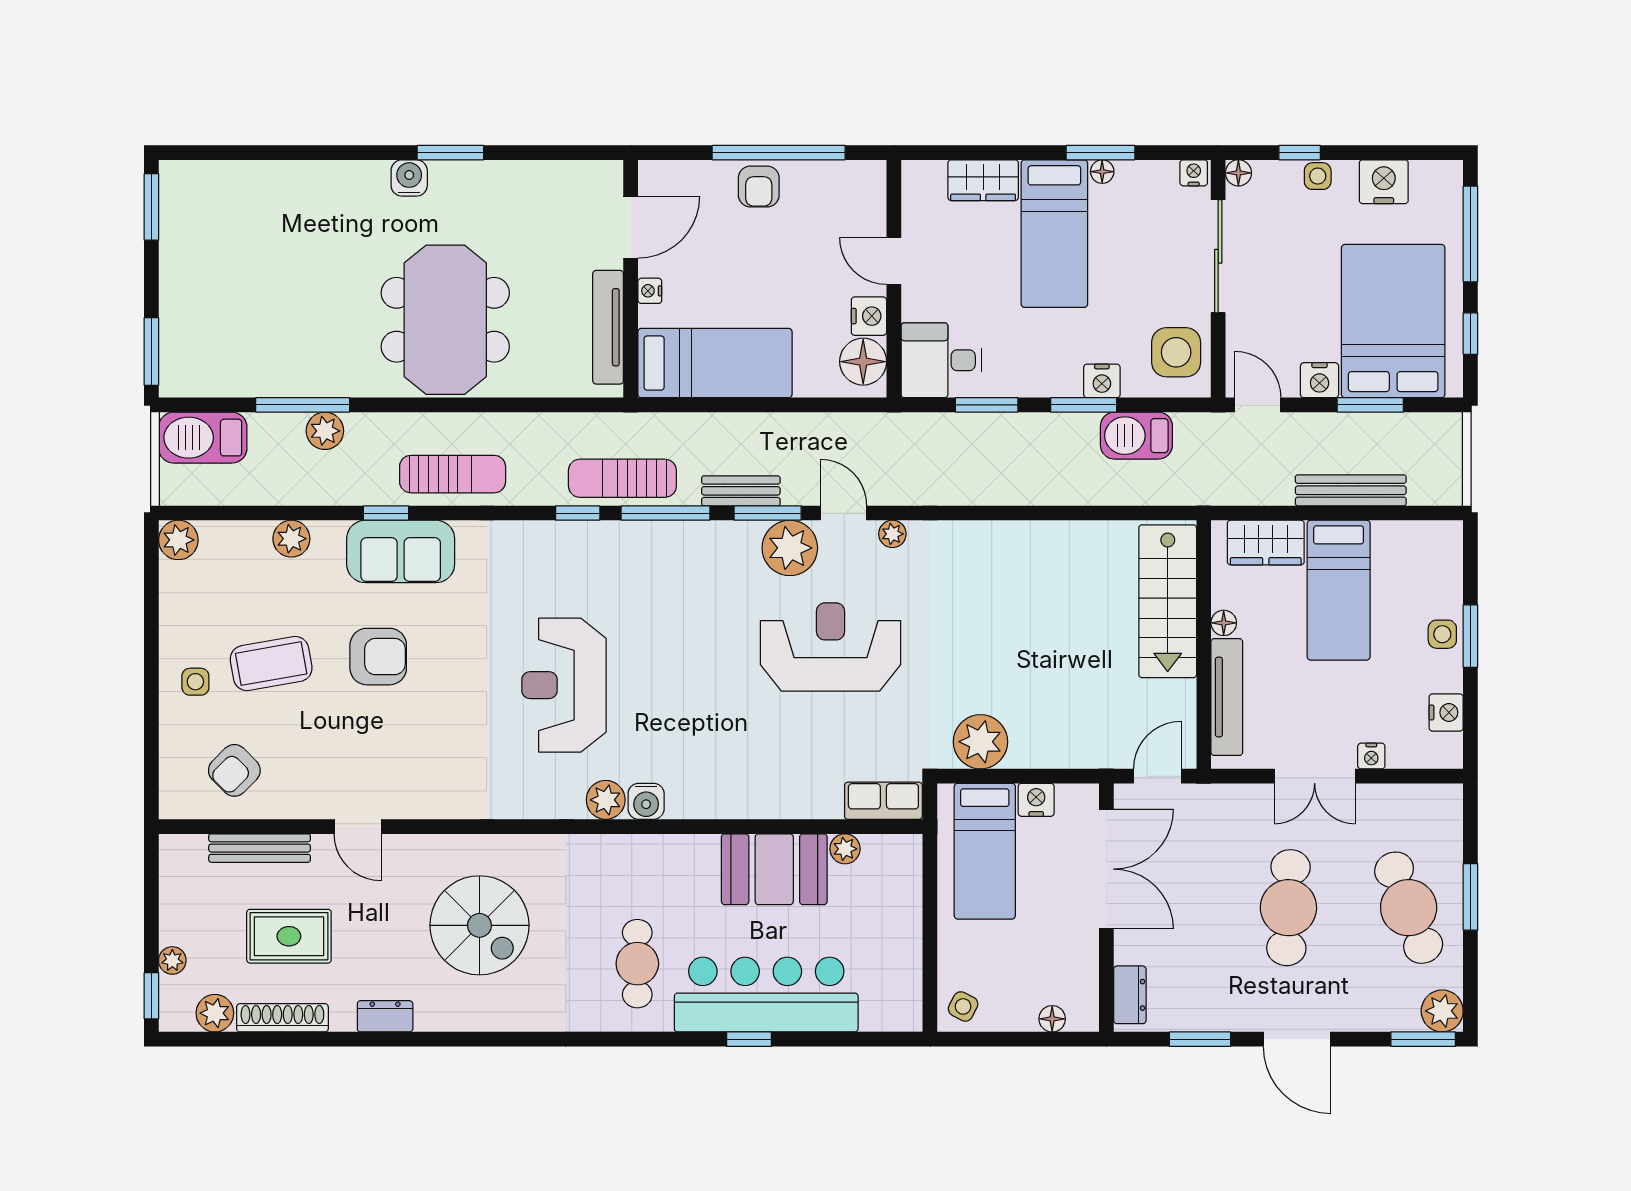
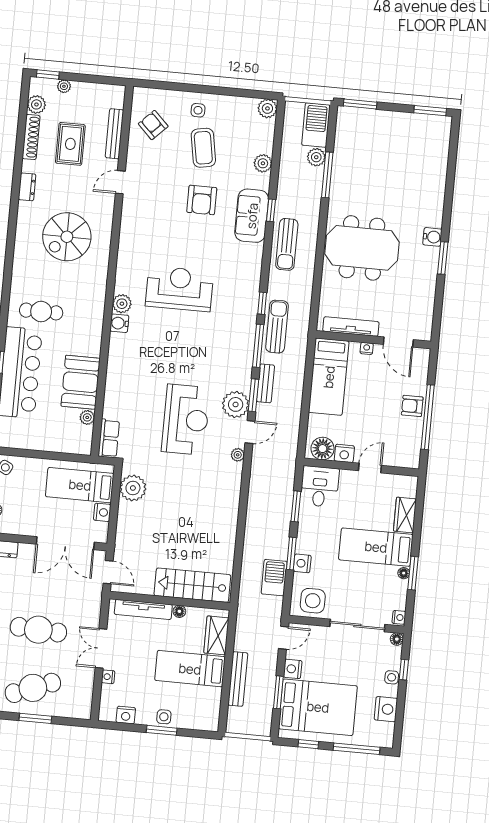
plant: (325, 431) -> (316, 157), moved

